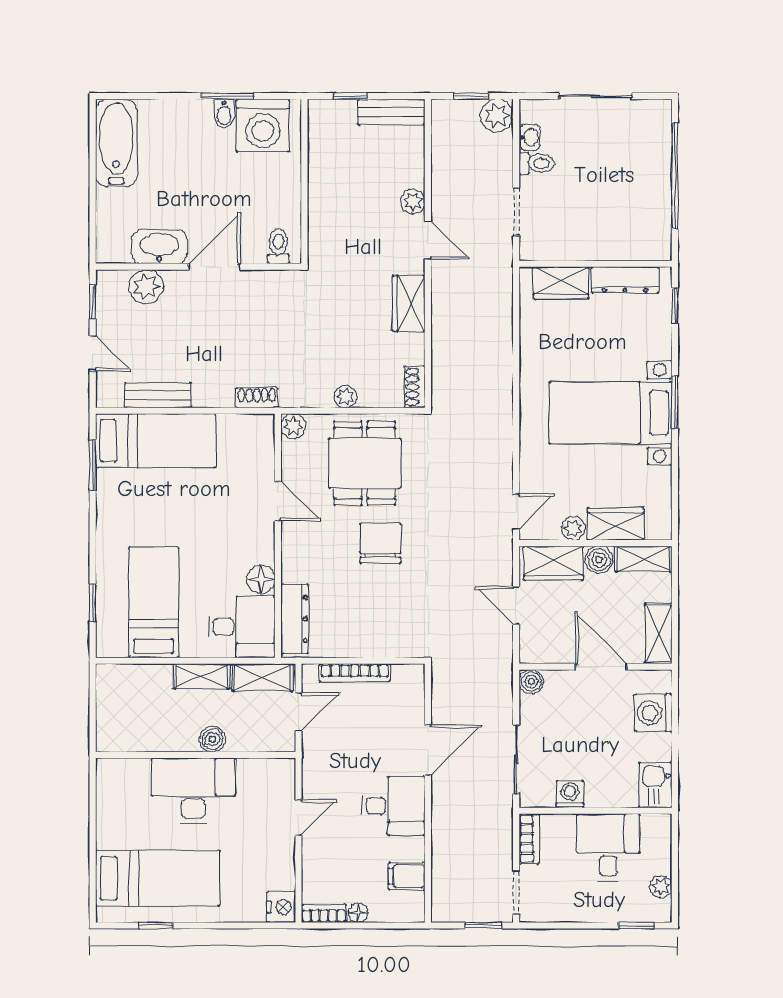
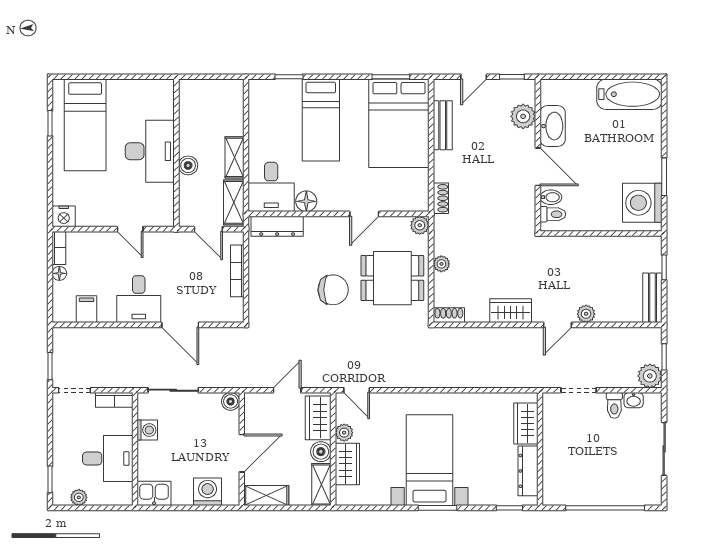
bidet: (224, 114) -> (551, 197), moved, turned 180
bed: (156, 441) -> (399, 123), width x1.50
bed: (154, 602) -> (321, 120), moved, turned 90

